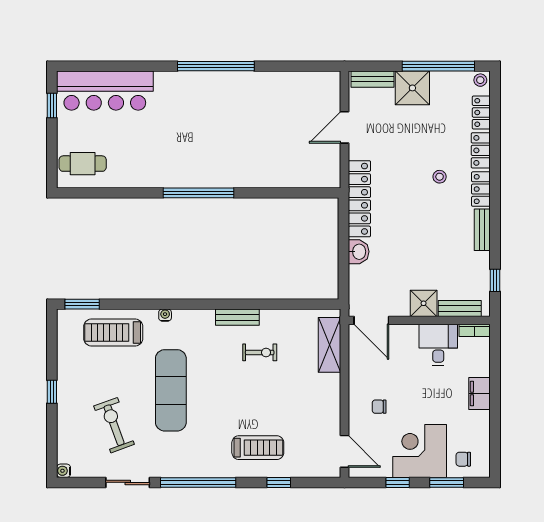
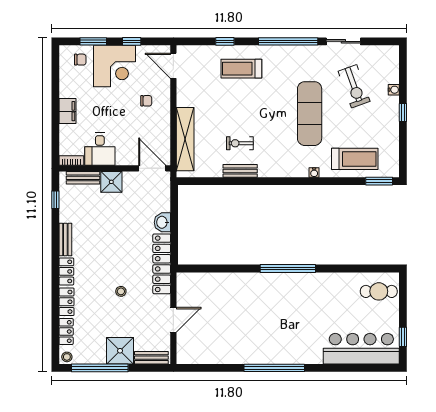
stool: (440, 177) -> (121, 291), moved
bench: (237, 317) -> (240, 171), moved
shelving: (330, 345) -> (185, 139), width x1.47
water cooler: (64, 471) -> (394, 90), moved

